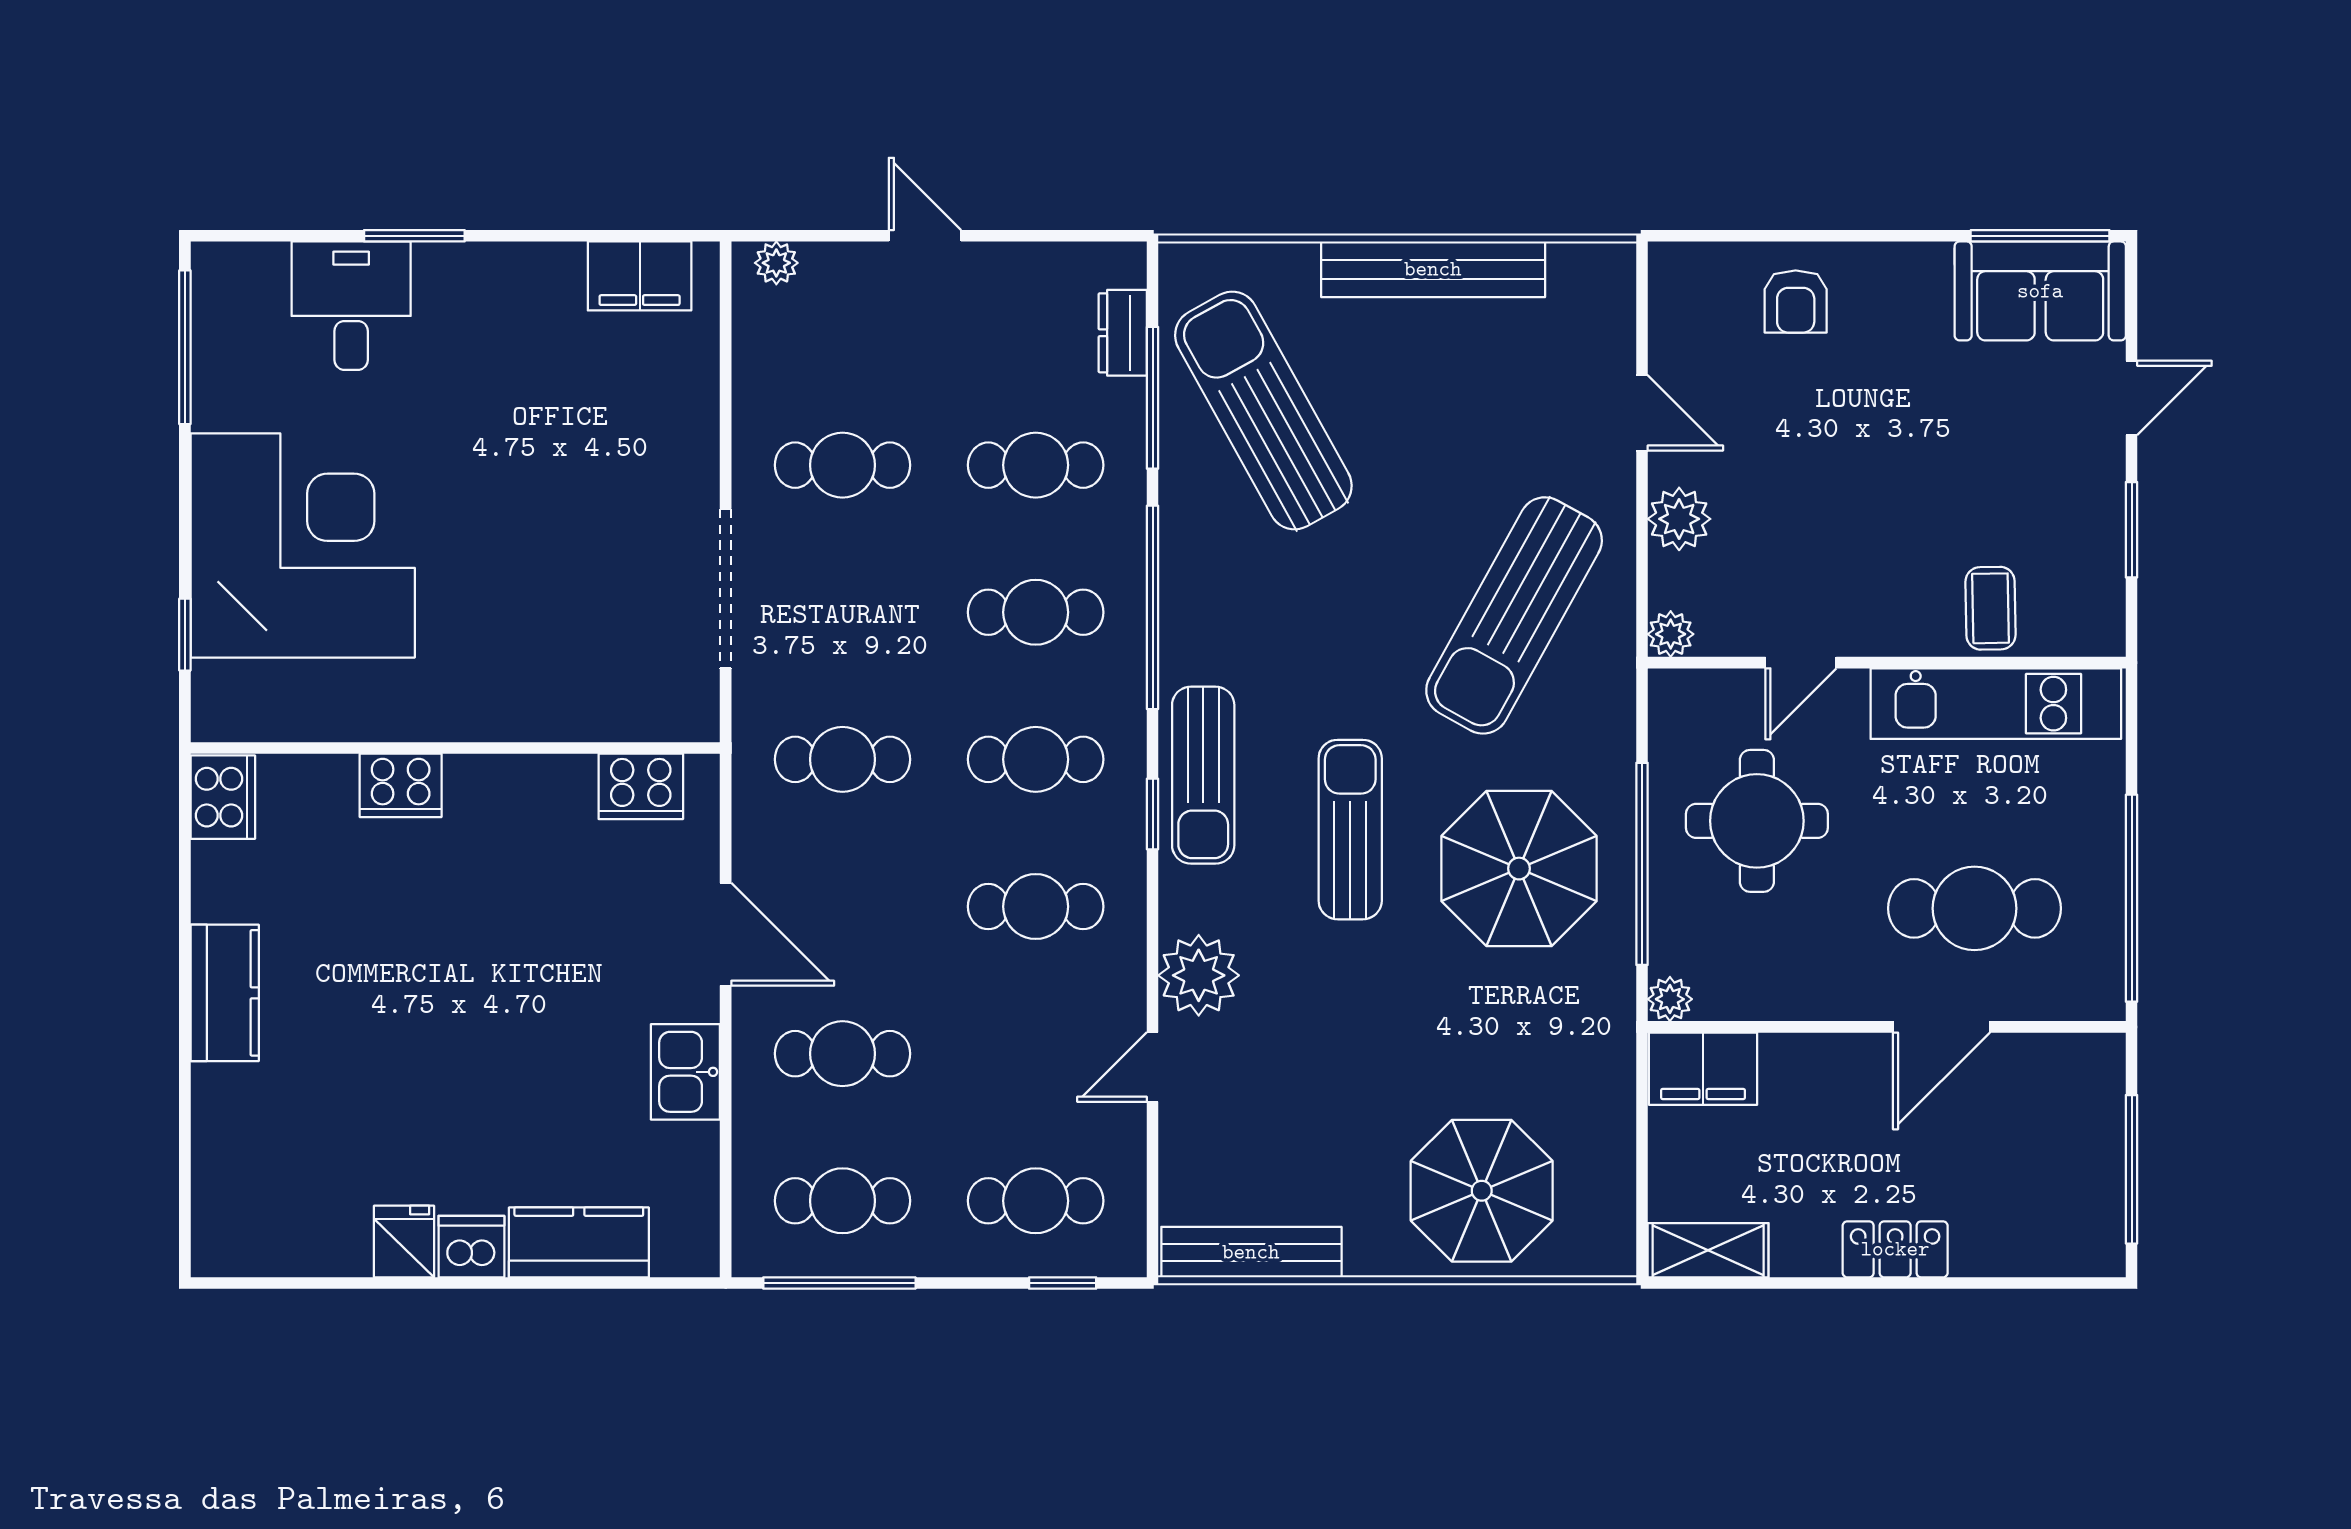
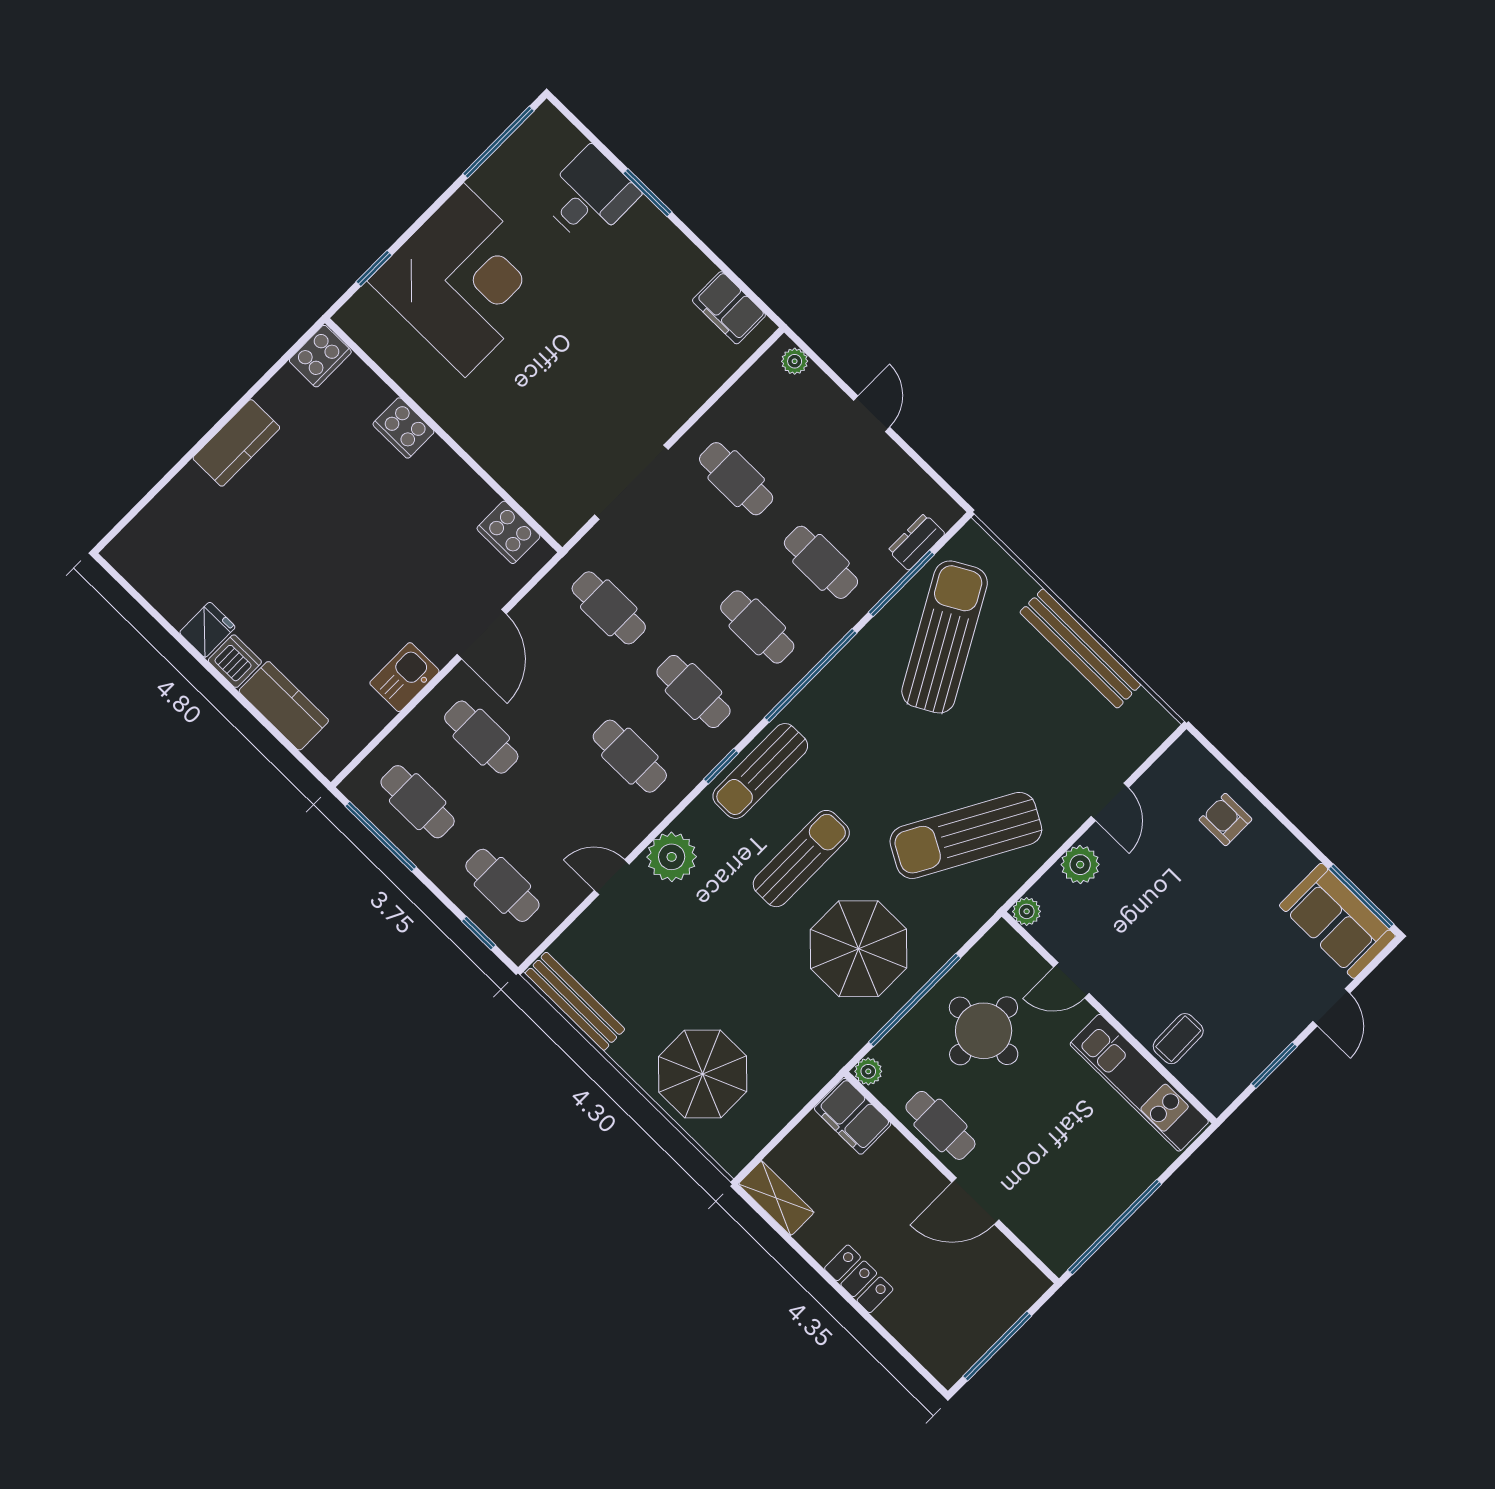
armchair: (1796, 301) -> (1225, 820), turned 90
door: (2132, 398) -> (1331, 1007), hinge flipped
cafe table: (1974, 908) -> (940, 1125), moved, width x0.73, depth x0.74

